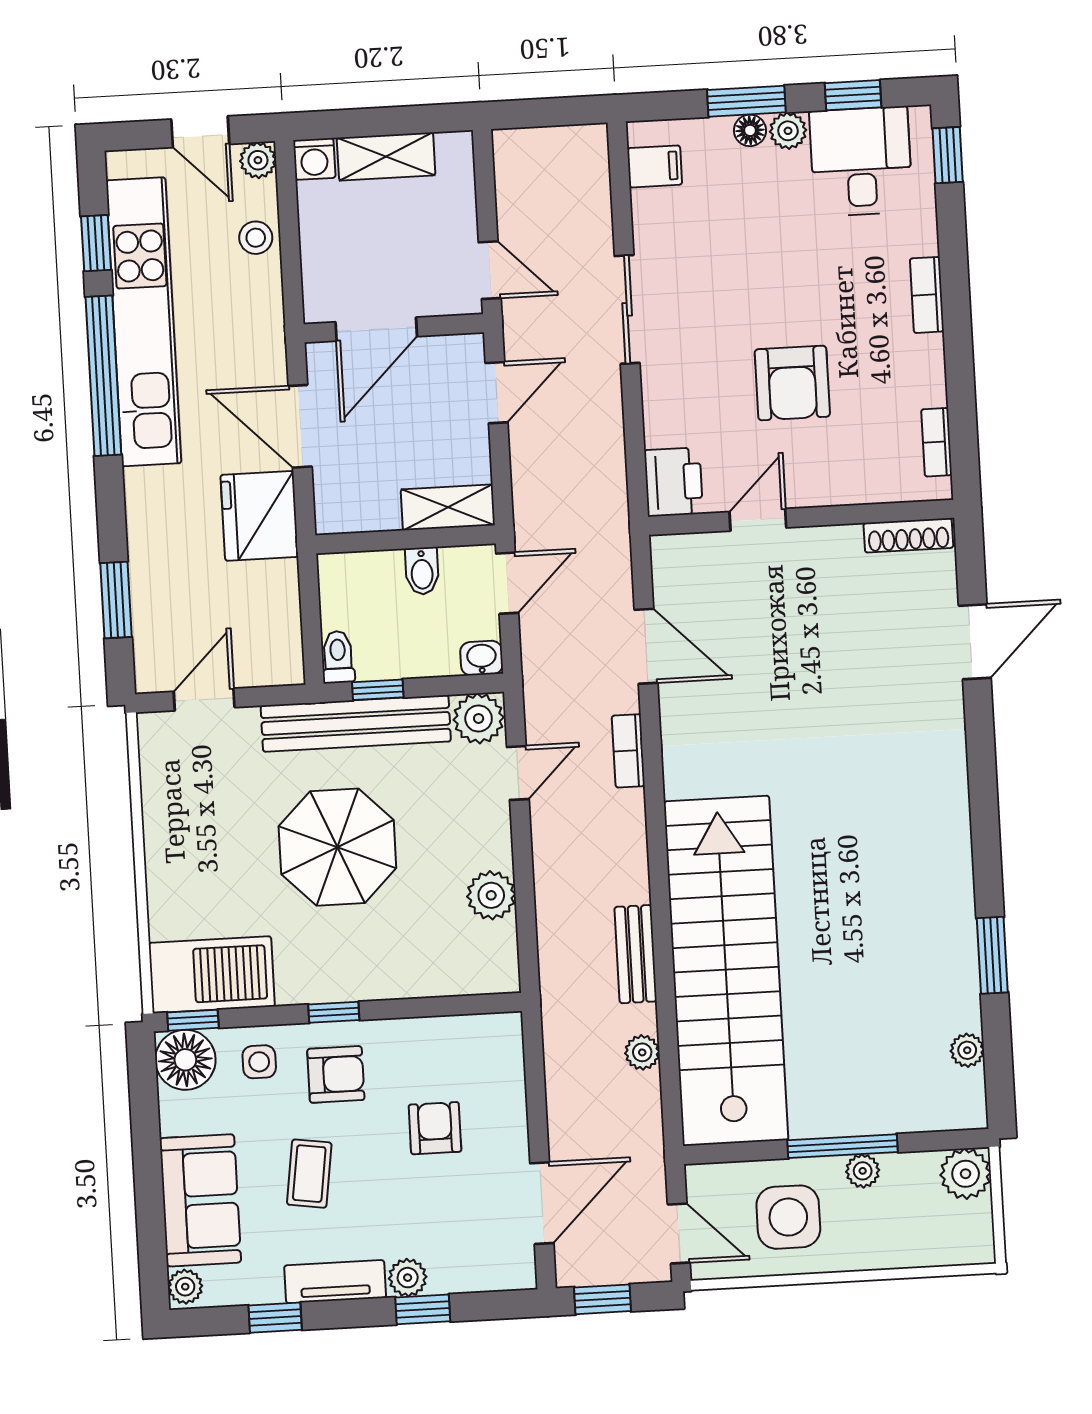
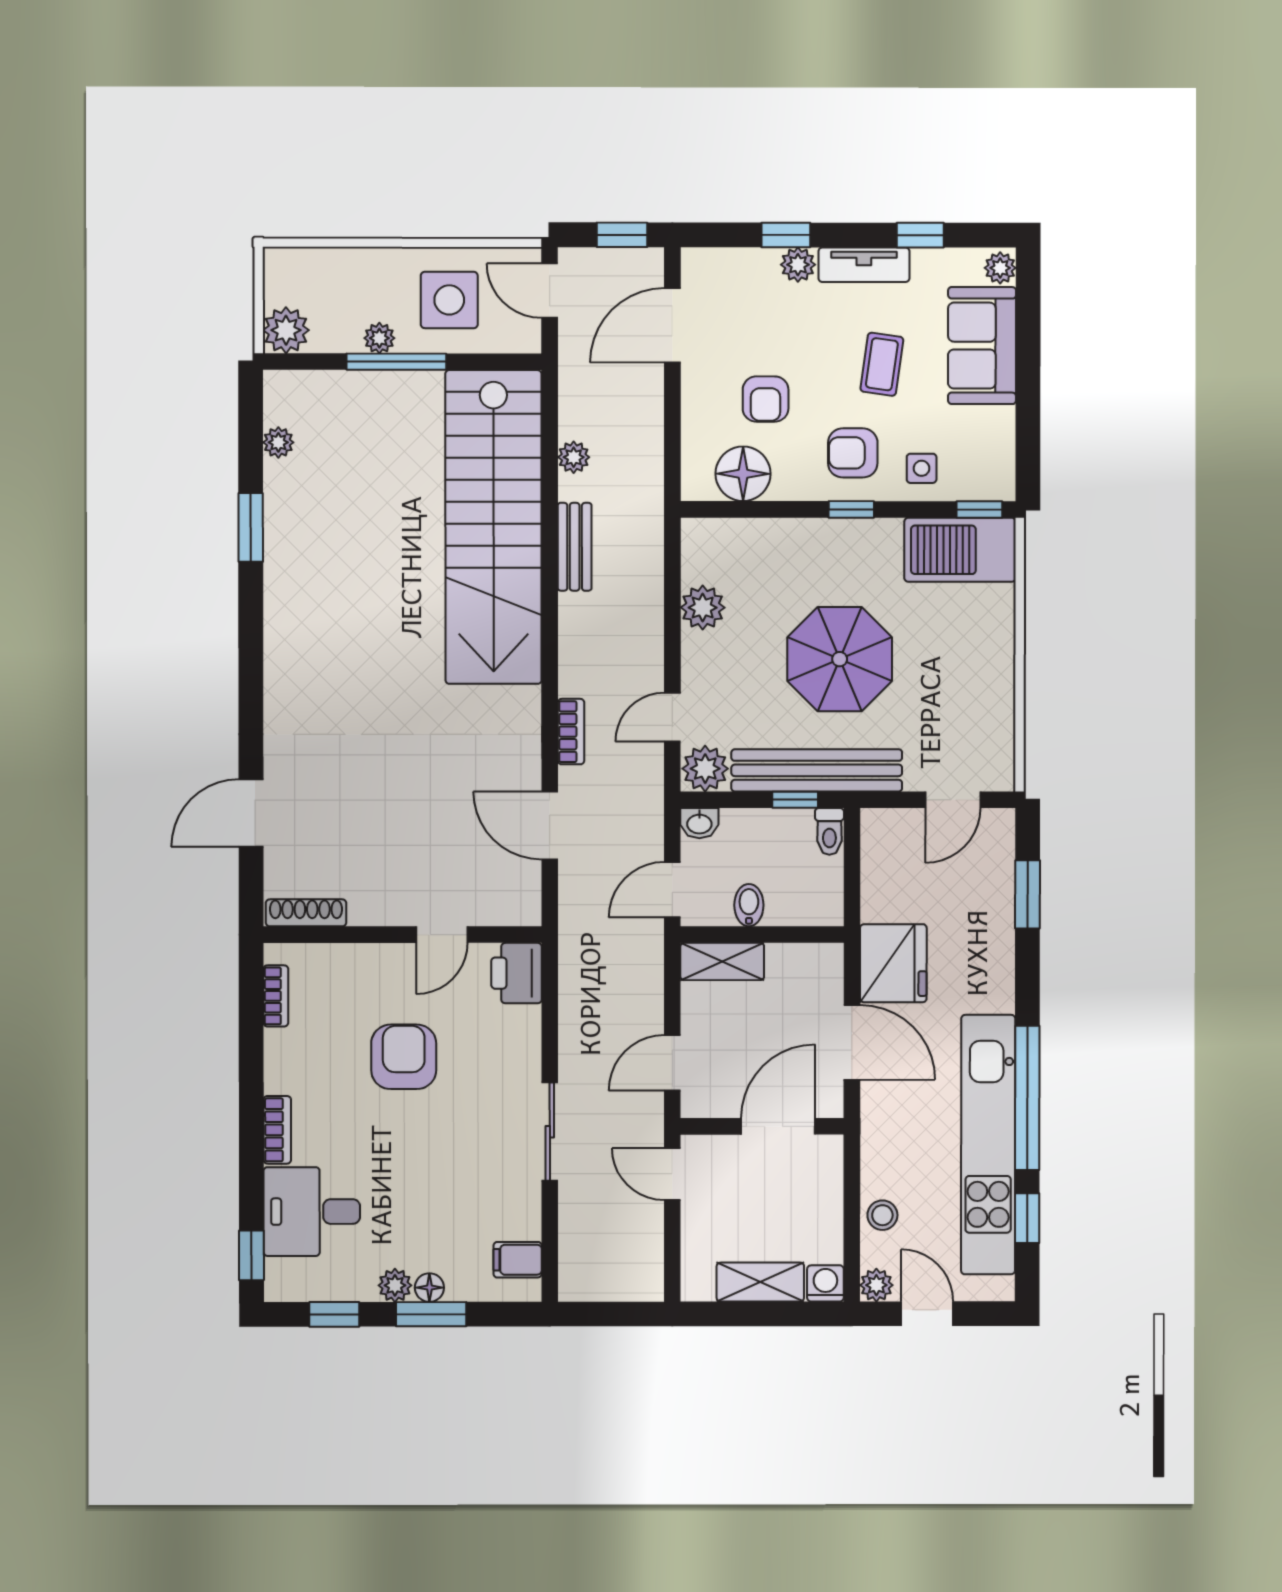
desk: (861, 161) -> (312, 1212), moved, turned 90
floor lamp: (185, 1060) -> (743, 474), moved

